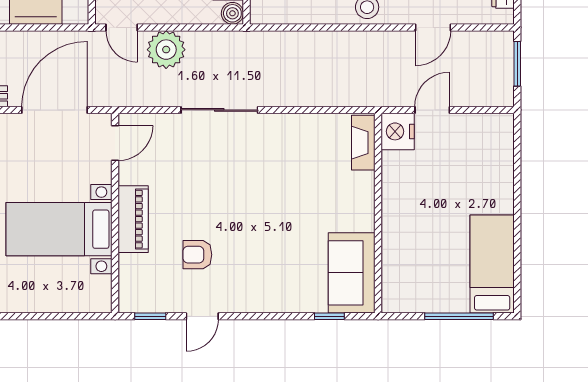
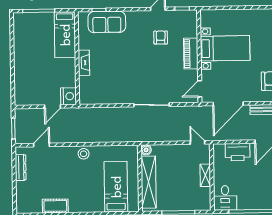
door: (433, 27) -> (42, 145), moved
plant: (166, 50) -> (177, 133), removed
fireplace: (363, 143) -> (84, 63), moved
armchair: (197, 255) -> (161, 38), turned -90
bed: (492, 264) -> (65, 35), moved
sofa: (352, 273) -> (107, 22), moved, turned 90

